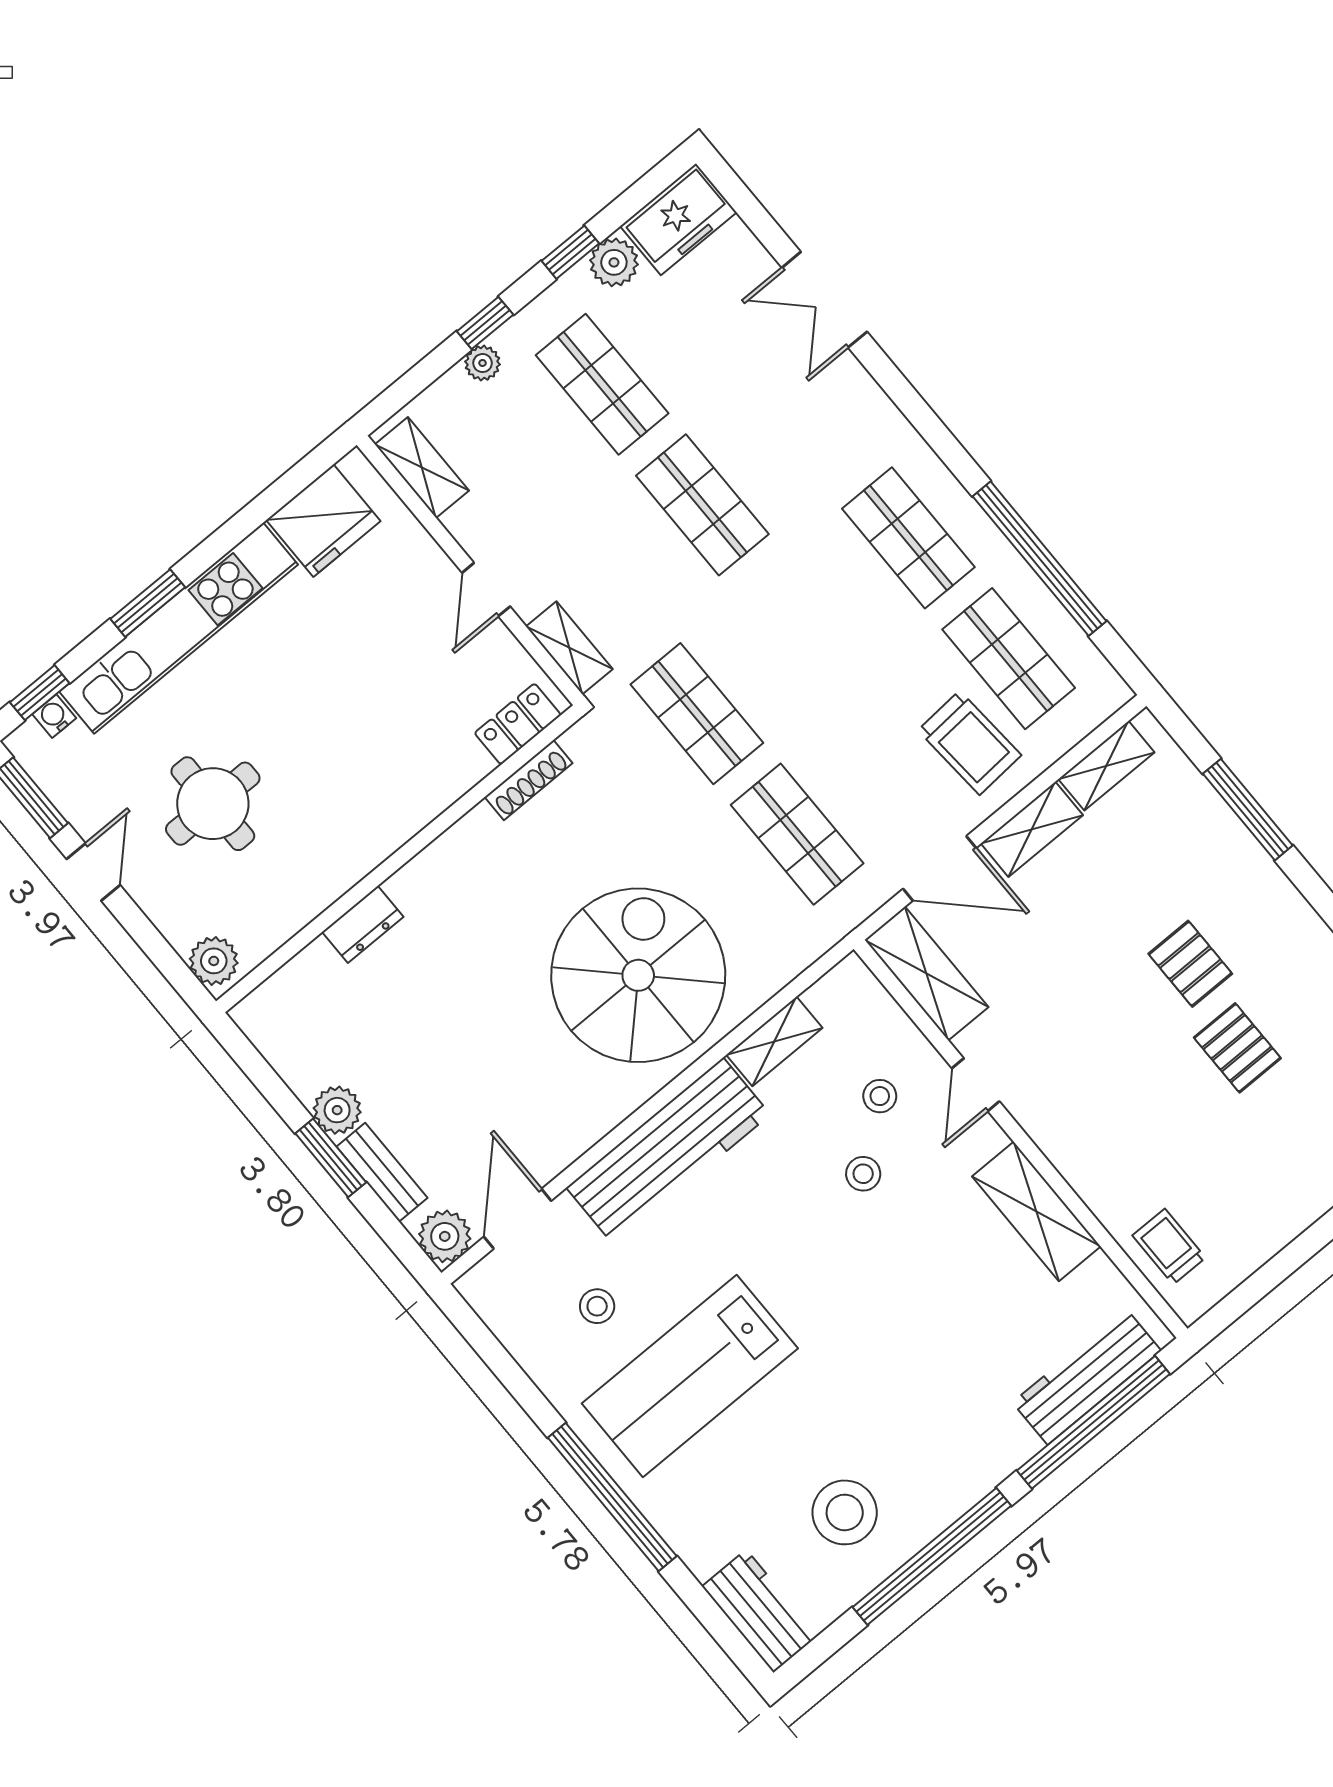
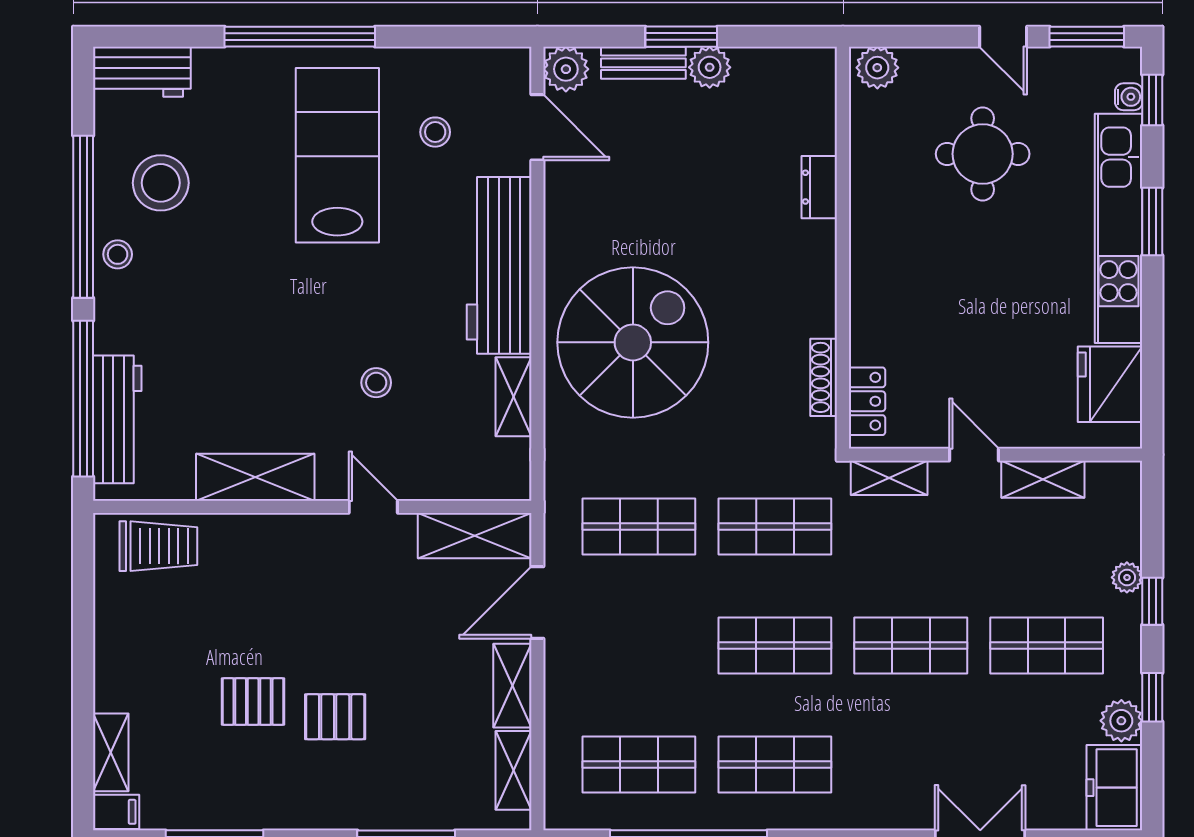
shelving: (422, 468) -> (1043, 479), moved
shop shelf: (803, 626) -> (775, 645), added
trolley: (970, 743) -> (605, 692), removed
spiral stairs: (638, 975) -> (633, 342), turned -90
stool: (880, 1096) -> (118, 254), moved
trolley: (1169, 1247) -> (158, 546), width x1.36, depth x1.39

